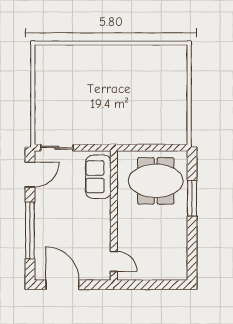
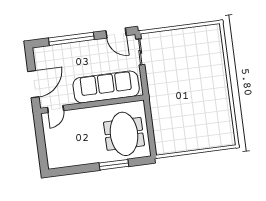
sofa: (98, 177) -> (106, 87), width x1.85, depth x1.27
door: (63, 285) -> (33, 84), moved

